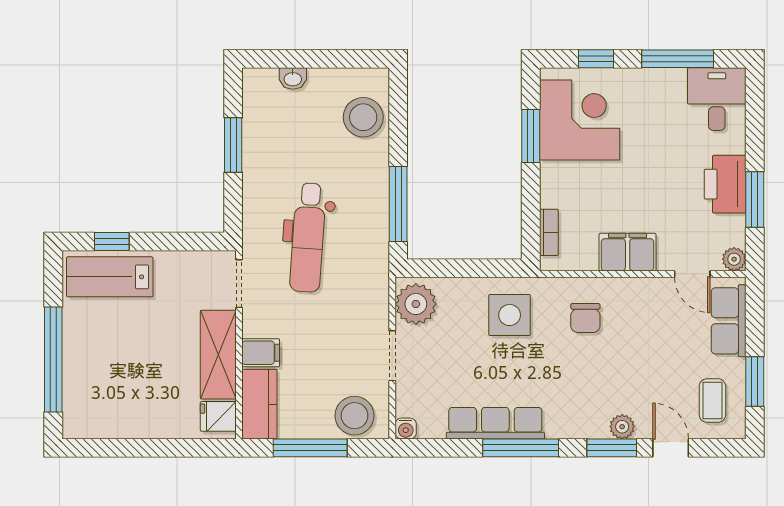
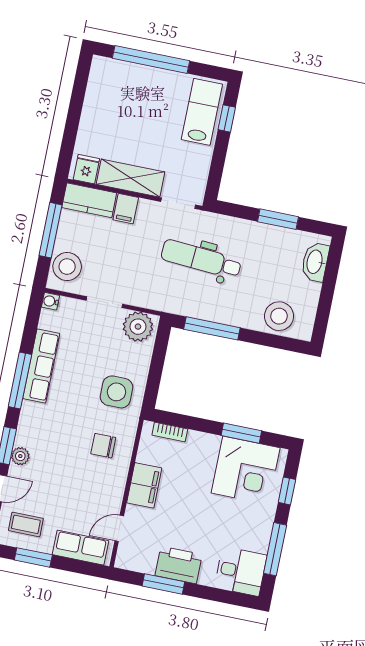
washbasin: (293, 79) -> (315, 262), width x1.91, depth x1.45
plant: (734, 259) -> (124, 560), removed

